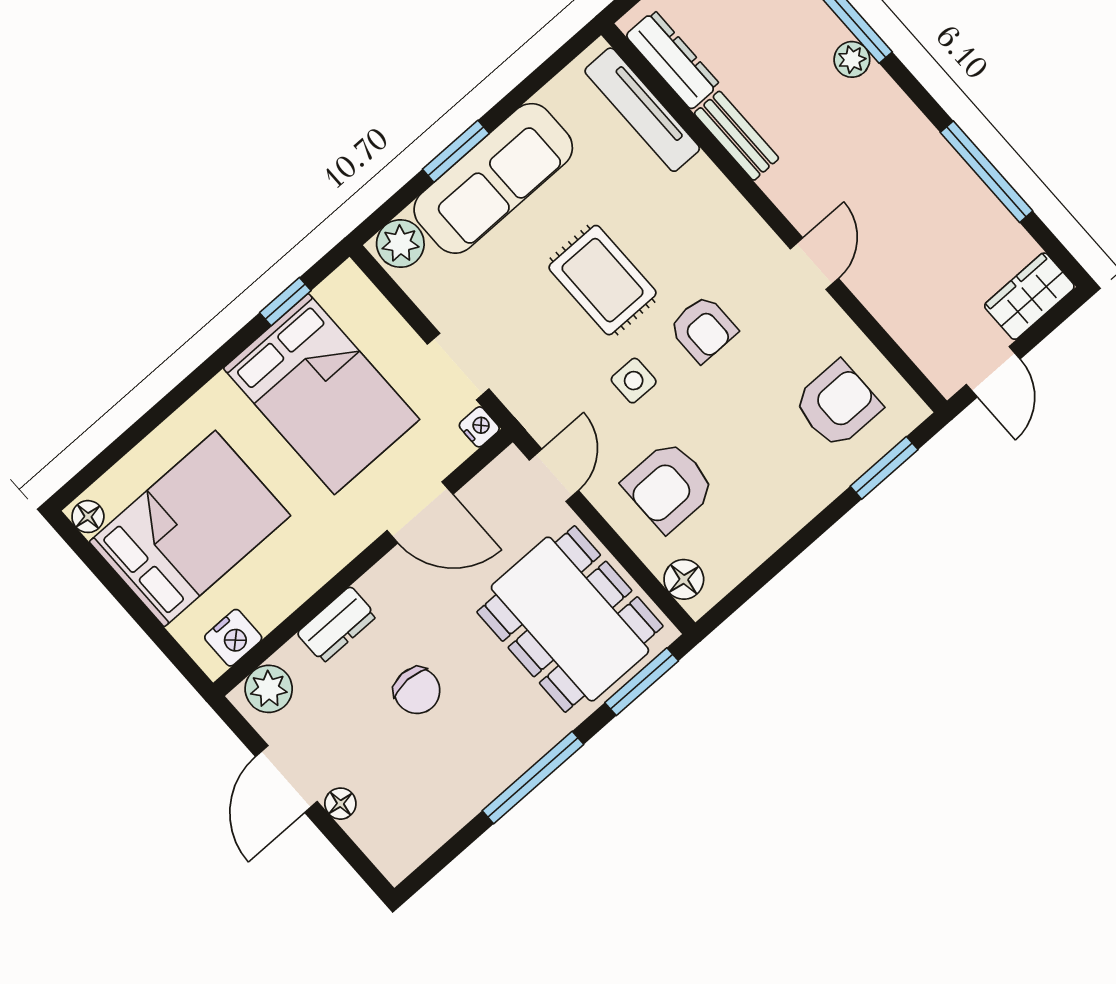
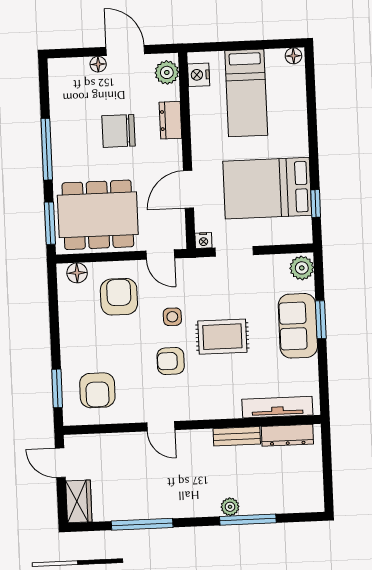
sofa: (493, 178) -> (298, 326), width x0.73
bed: (190, 529) -> (246, 93), width x0.67
chair: (417, 691) -> (118, 131), width x1.37, depth x1.37

